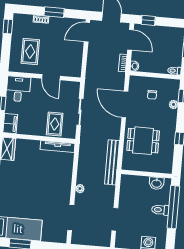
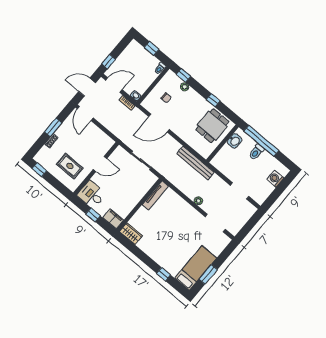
rug: (55, 124) -> (137, 186), removed
dining table: (143, 141) -> (212, 126), moved

